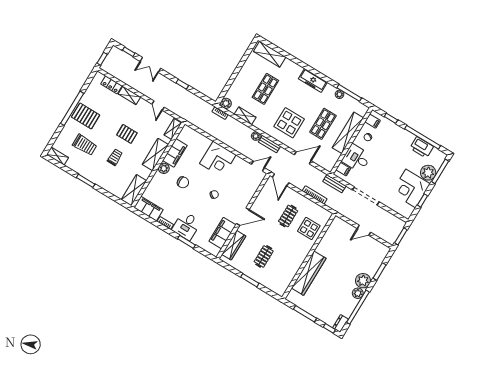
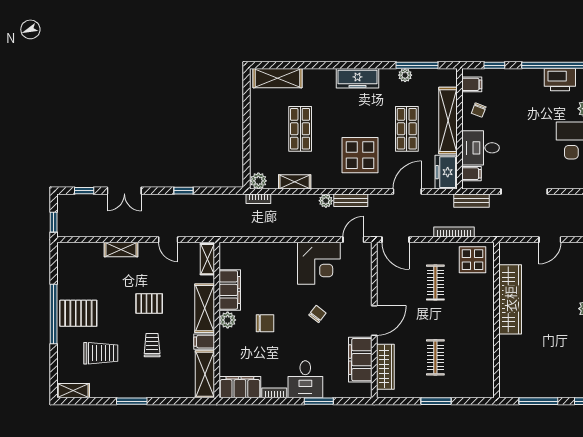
locker: (111, 85) -> (88, 250), removed
corner desk: (218, 159) -> (319, 263), moved
freezer: (330, 160) -> (446, 172), added
filing cabinet: (144, 172) -> (204, 342), added
display table: (309, 228) -> (473, 260), moved
wardrobe: (309, 273) -> (510, 299), moved

